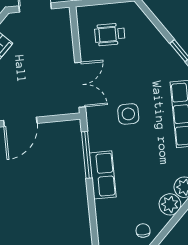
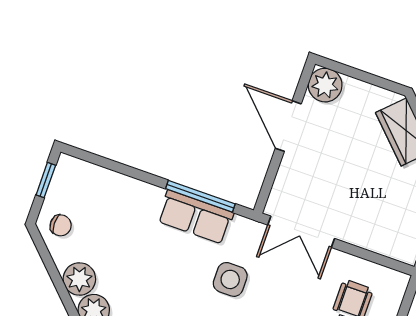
row of seats: (103, 175) -> (195, 217), moved

